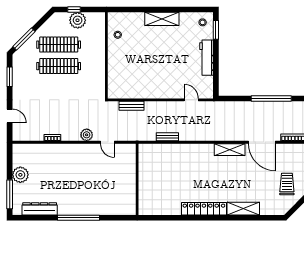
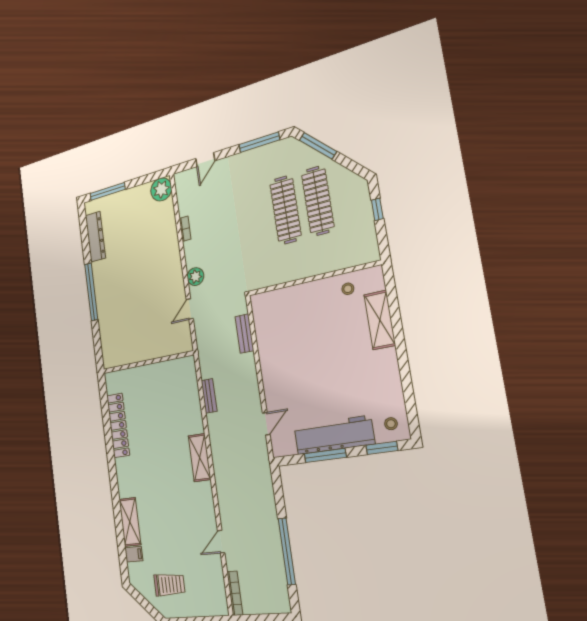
shelving: (162, 19) -> (380, 320), moved
plant: (78, 20) -> (361, 220), removed
workbench: (207, 58) -> (334, 435), width x1.36, depth x1.32
window: (216, 65) -> (325, 455), added
window: (10, 77) -> (259, 142), width x1.44
door: (262, 142) -> (221, 542), width x0.53
shelving: (230, 150) -> (200, 458), moved
plant: (20, 175) -> (161, 189), moved
locker: (204, 209) -> (118, 425), moved
filing cabinet: (265, 209) -> (134, 554), added

